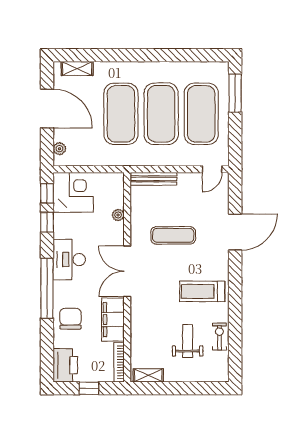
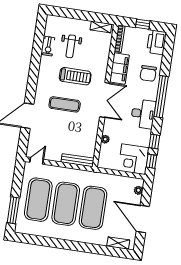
exercise mat: (173, 235) -> (65, 104), moved
treadmill: (202, 291) -> (75, 76), moved

